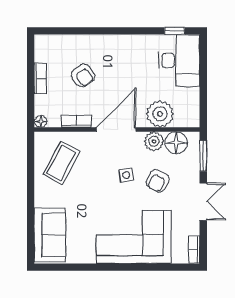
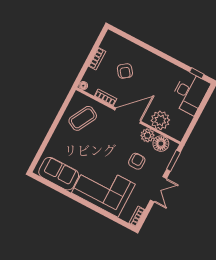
side table: (126, 175) -> (119, 147), removed
armchair: (158, 181) -> (137, 161), turned 153
sofa: (50, 235) -> (59, 174), moved, turned -90

